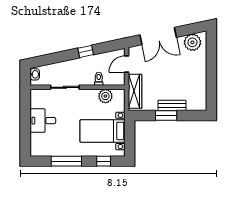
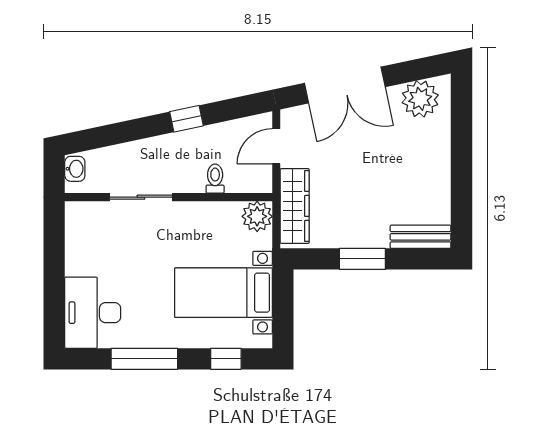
plant: (105, 96) -> (257, 216), moved
bench: (172, 105) -> (421, 237), moved
desk: (43, 121) -> (93, 313), moved, width x1.37

